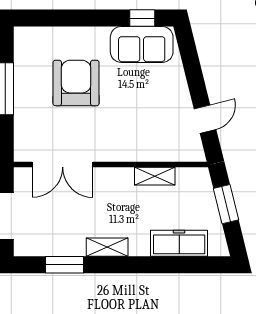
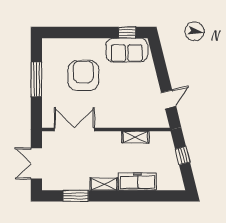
double door: (63, 165) -> (74, 129), swing flipped
window: (226, 204) -> (183, 156), width x0.67
freezer: (179, 243) -> (138, 182), moved

